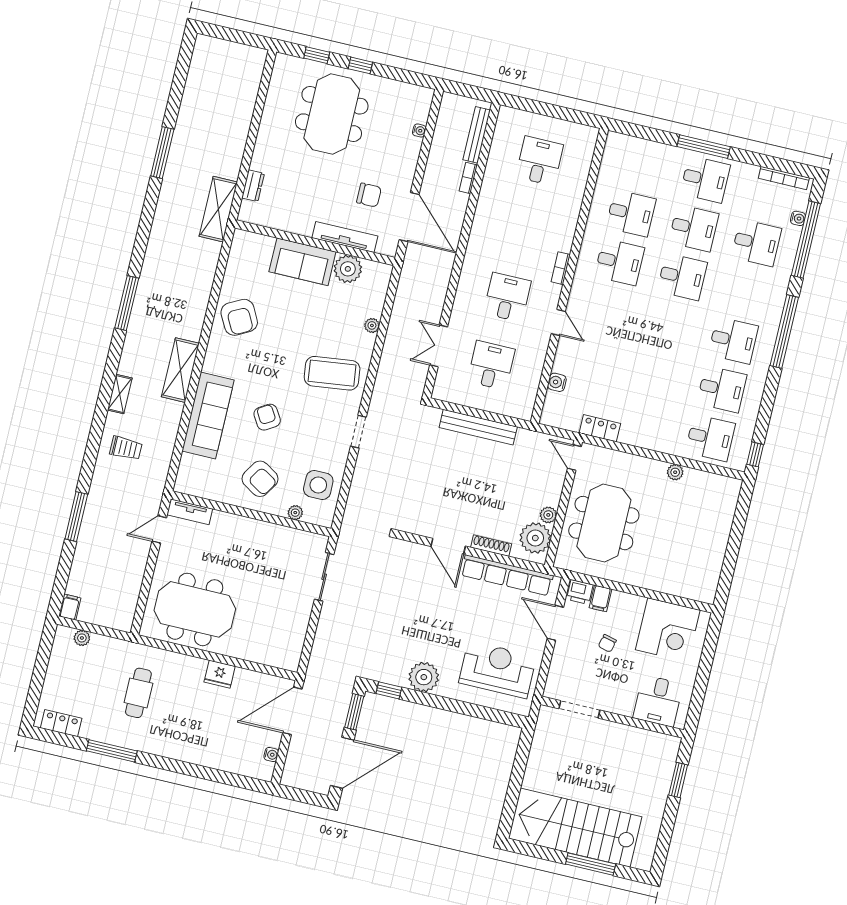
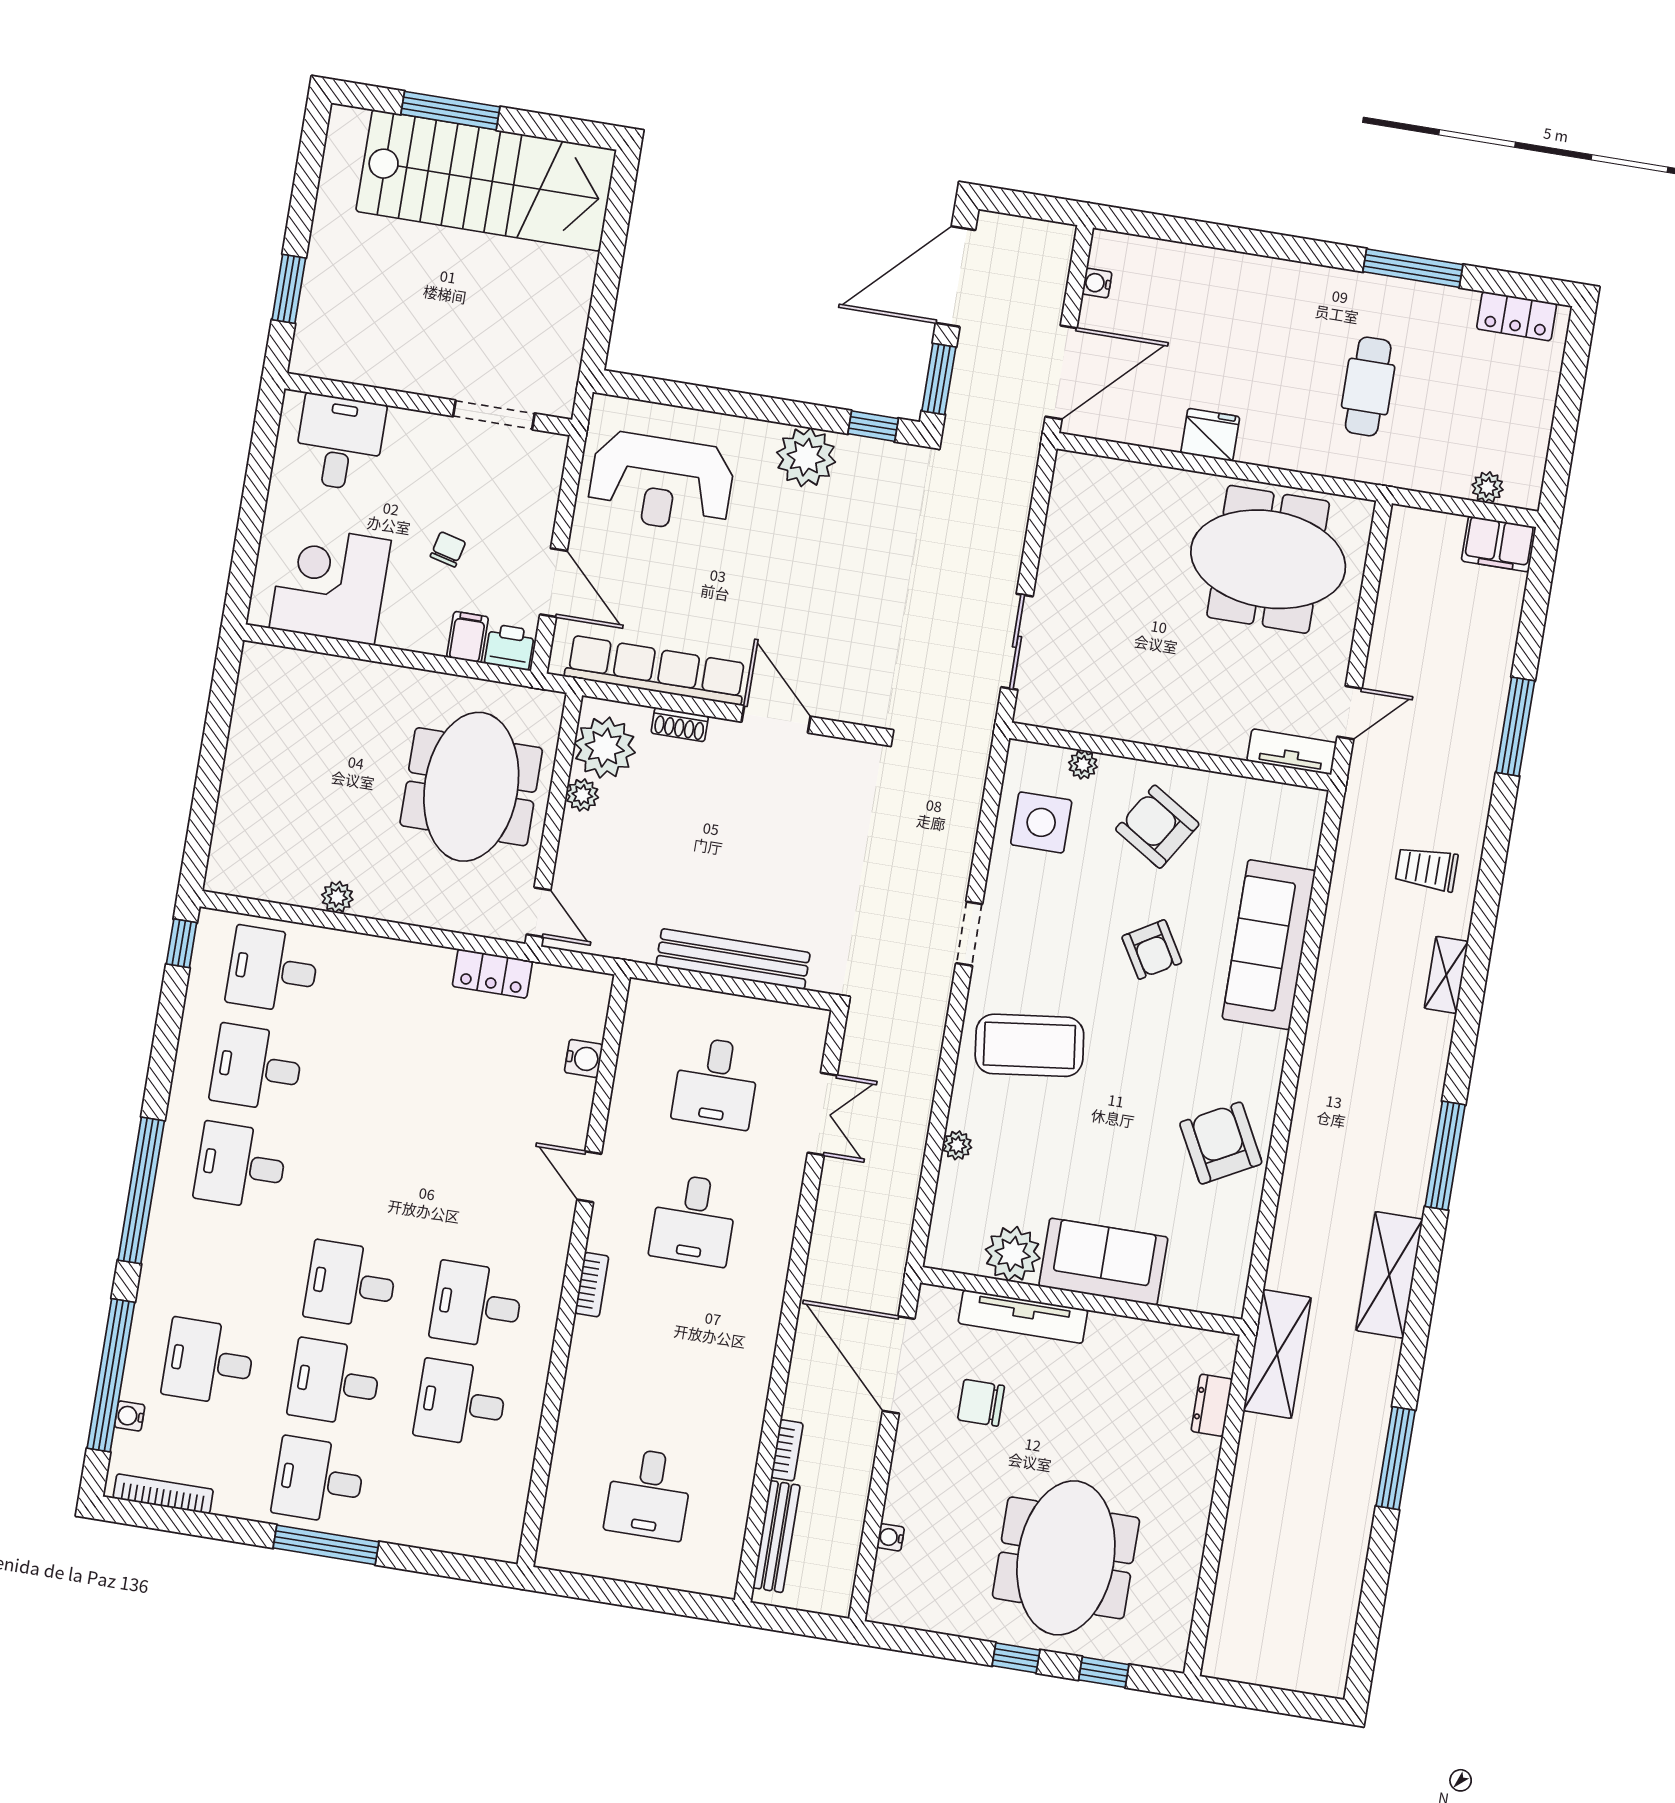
shelving: (180, 370) -> (1389, 1275), moved
shoe rack: (491, 546) -> (680, 725), width x0.70
filing cabinet: (70, 607) -> (1499, 544), width x2.00

